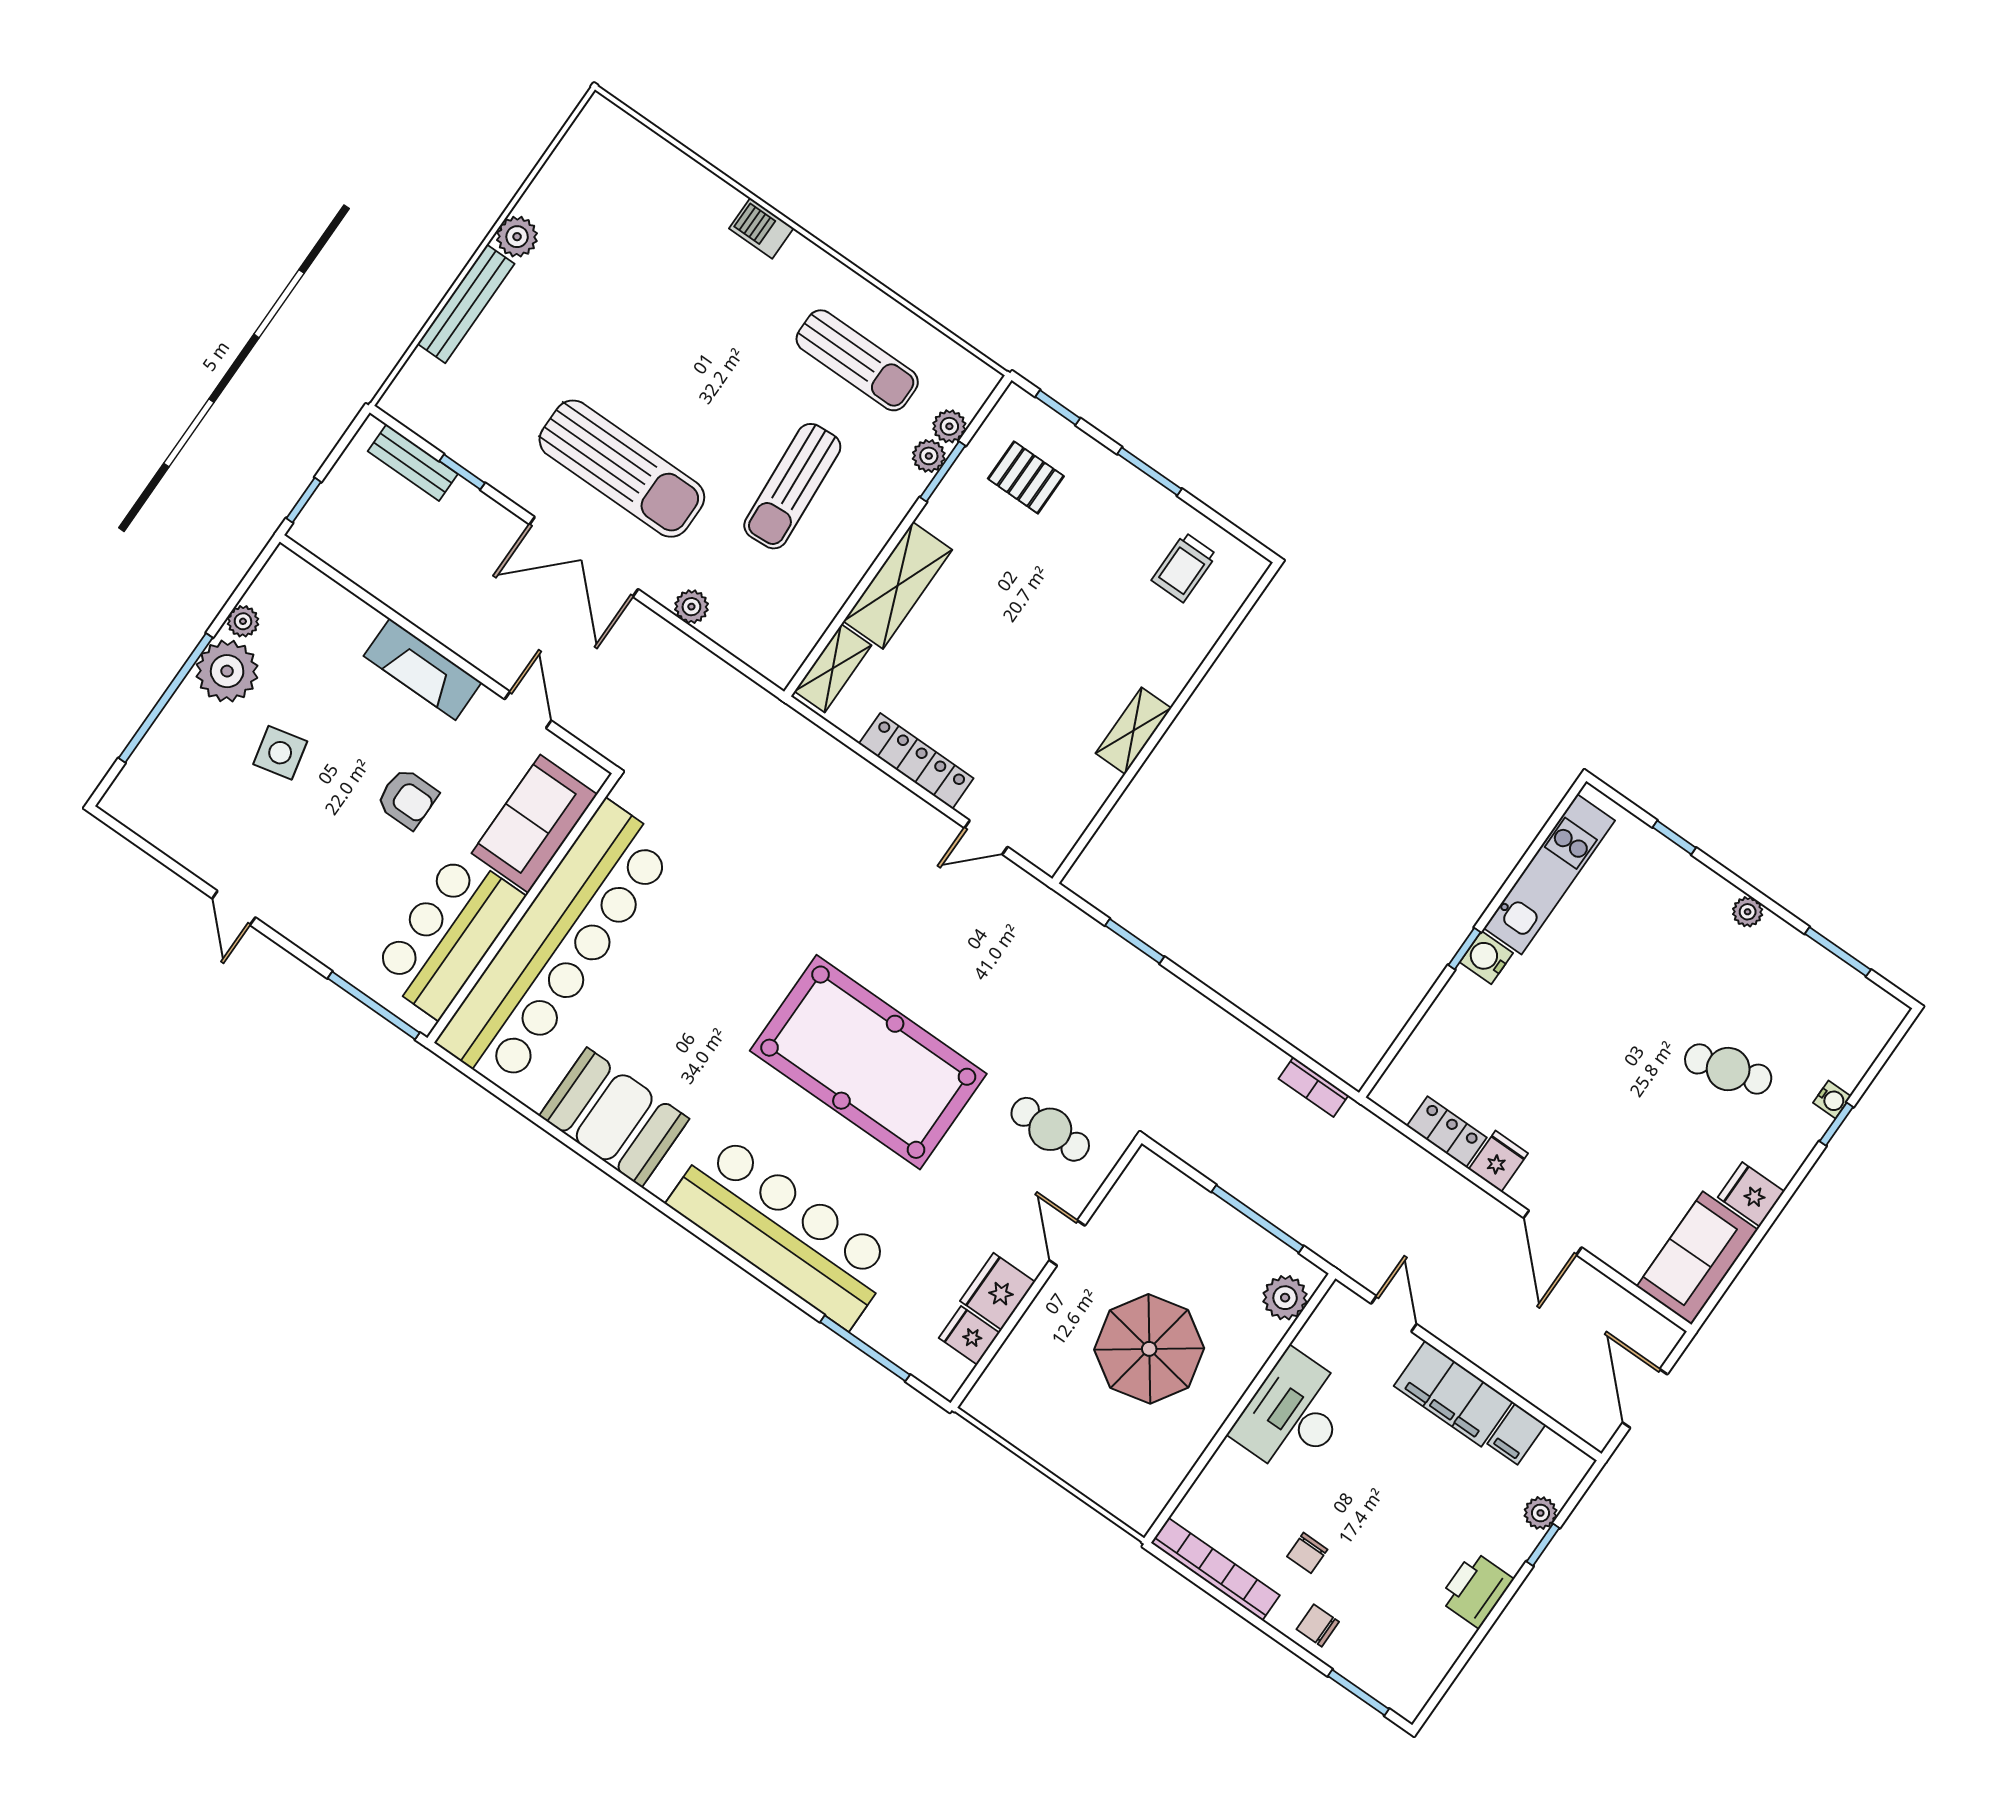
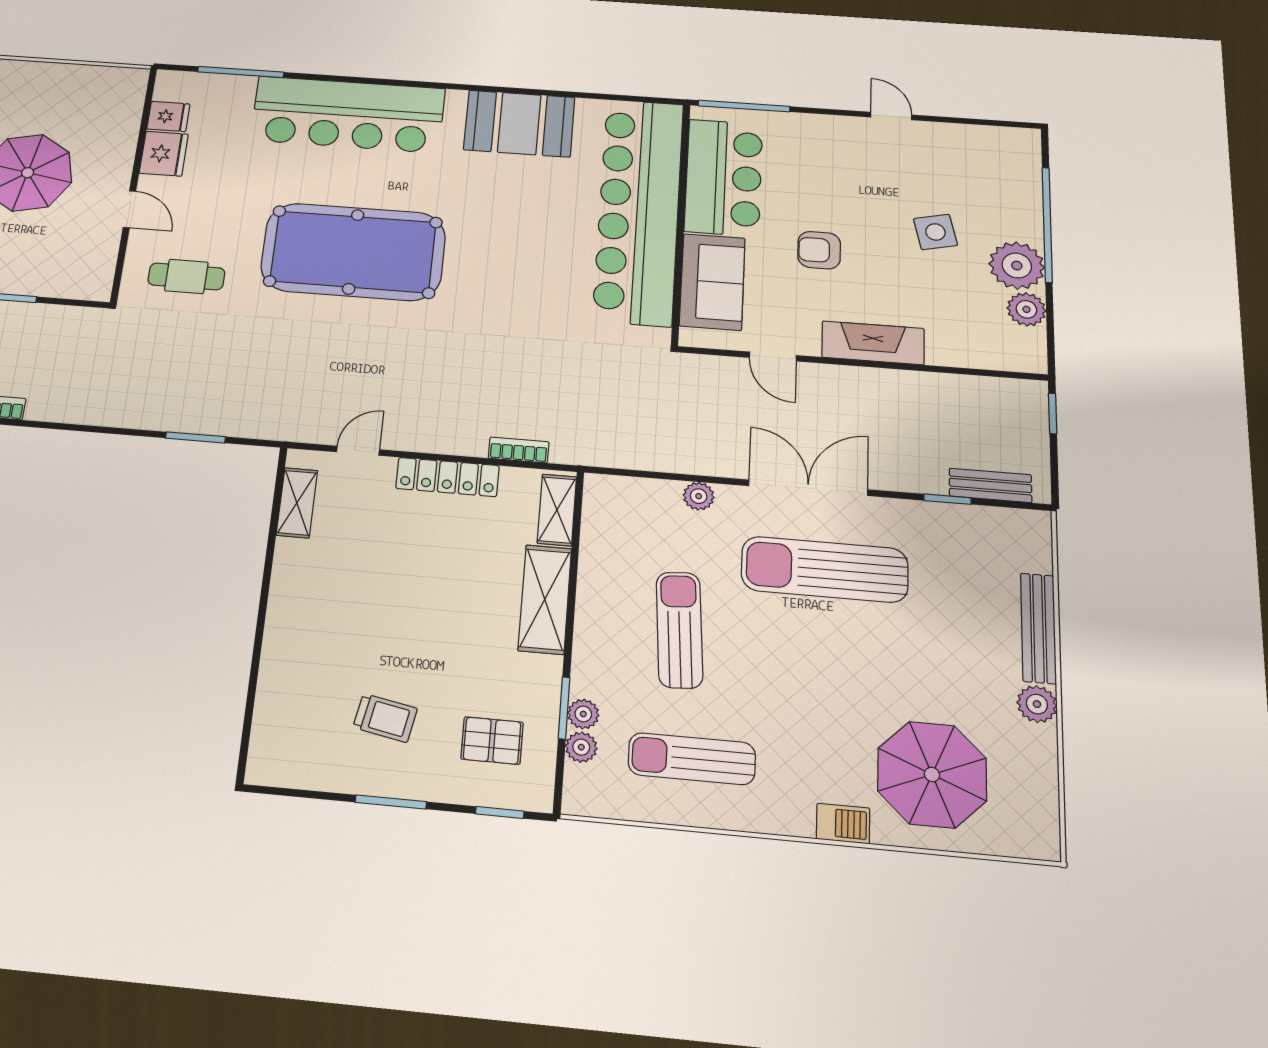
parasol: (654, 227) -> (932, 775), added
trolley: (1184, 567) -> (385, 718), moved, turned 101
plant: (243, 621) -> (1026, 309), width x1.38, depth x1.38
shelving: (1133, 731) -> (297, 503), moved
bookcase: (832, 751) -> (519, 450), added

